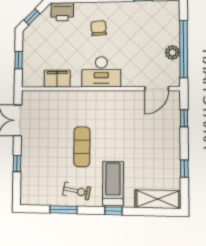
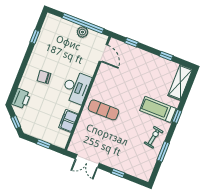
exercise mat: (82, 147) -> (103, 110), moved

